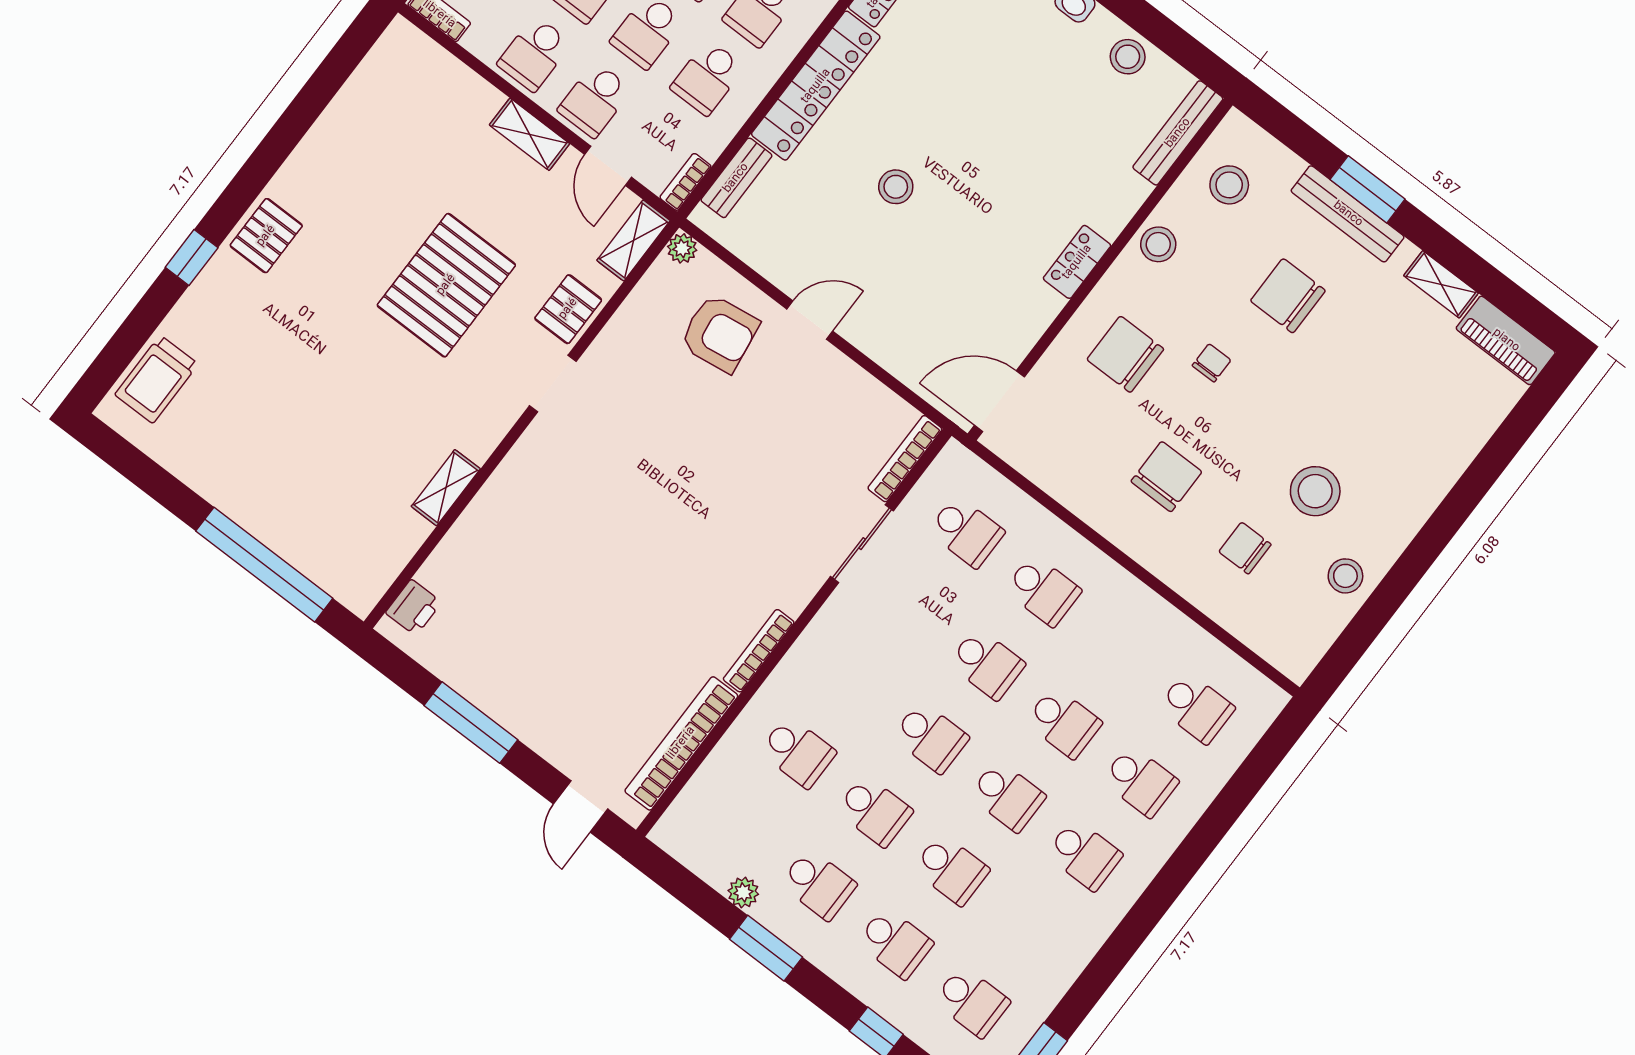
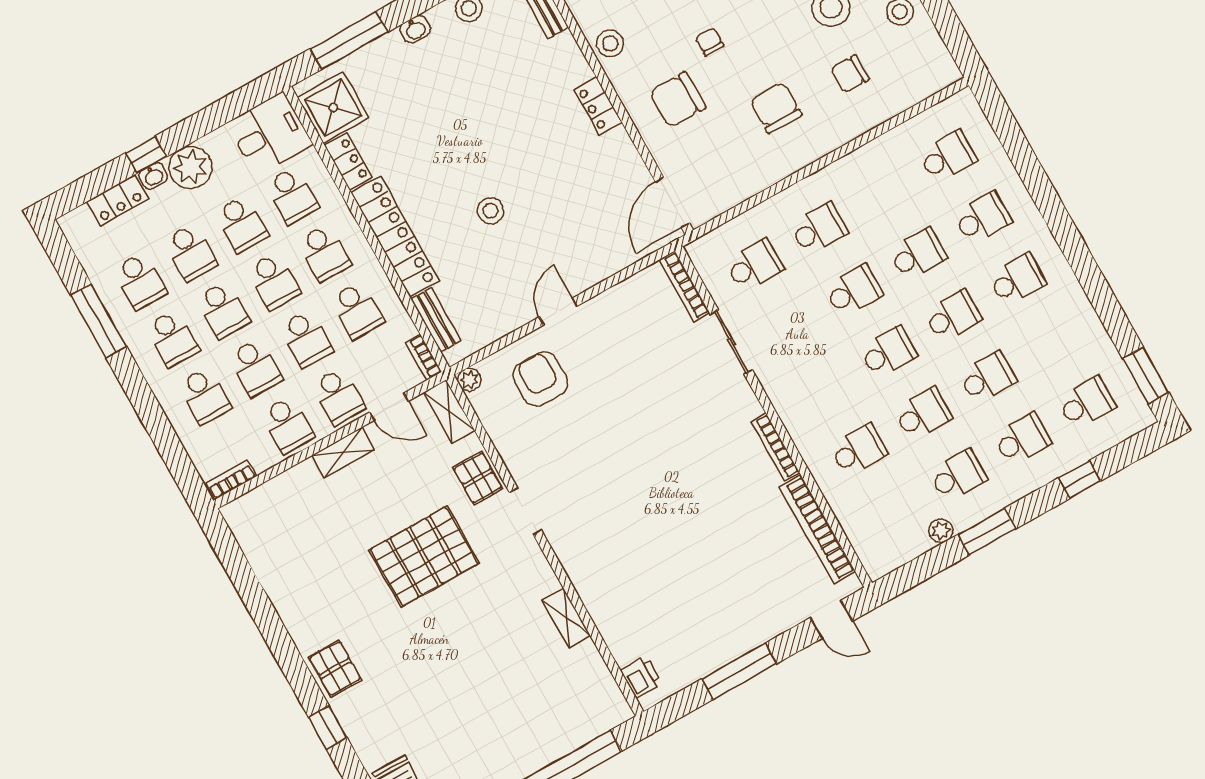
pallet: (446, 285) -> (424, 557), turned 90
armchair: (719, 333) -> (540, 379), turned -82

